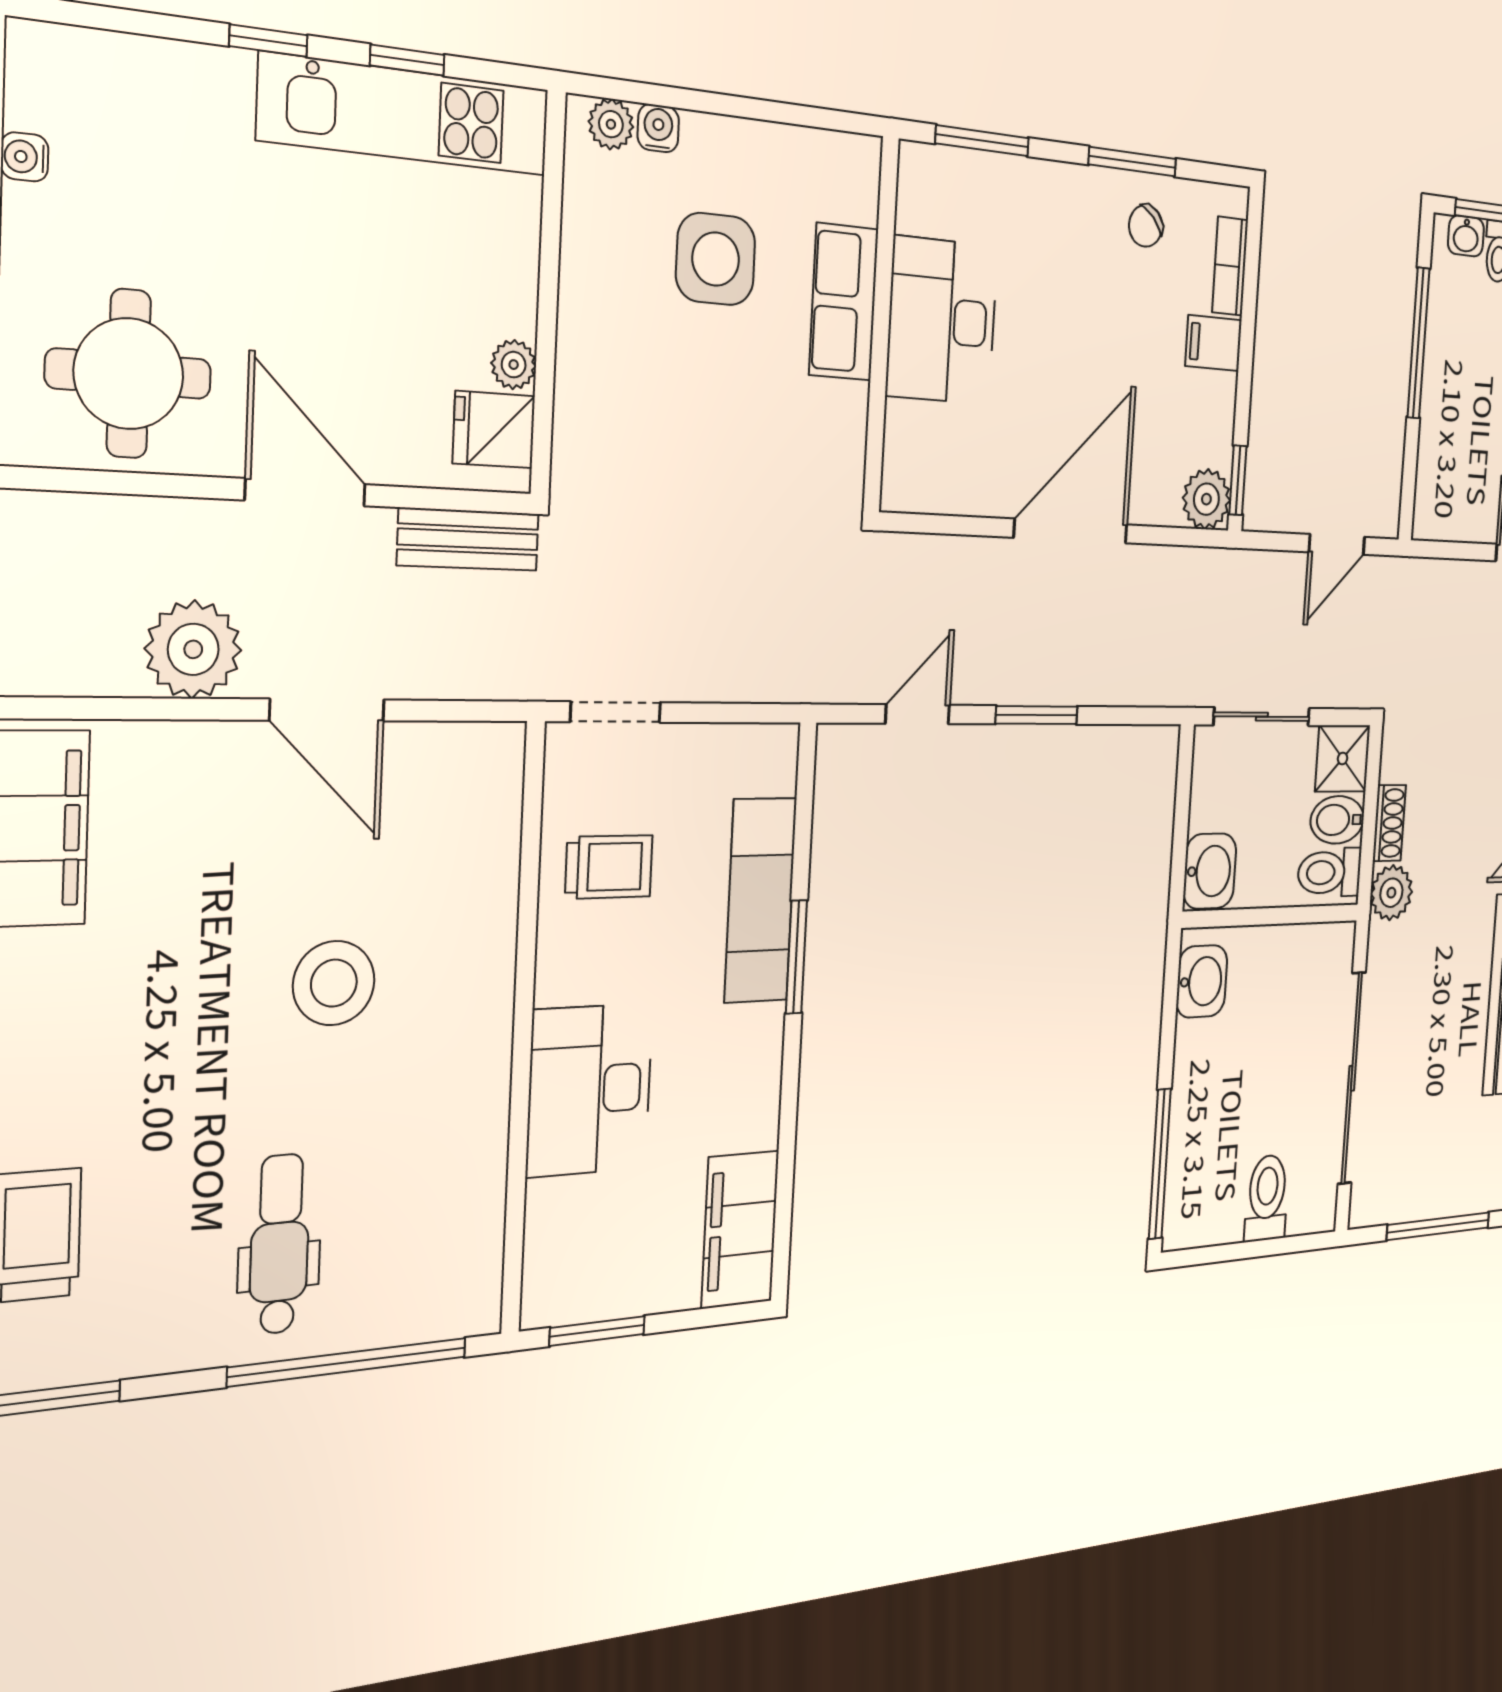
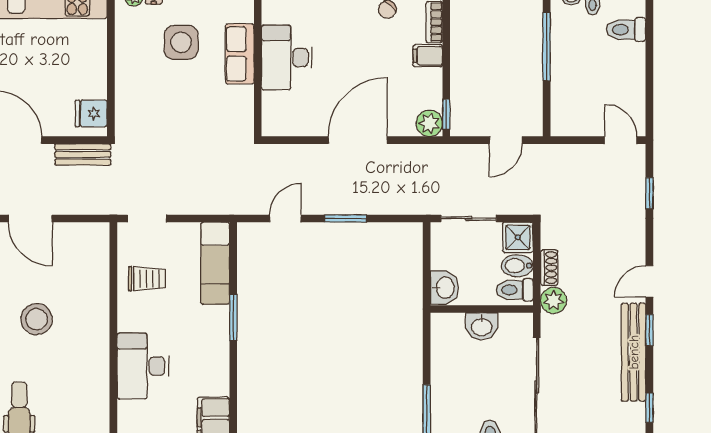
plant: (514, 365) -> (98, 89), removed
exam couch: (760, 900) -> (215, 263), moved
washbasin: (1202, 981) -> (482, 326), moved, turned 90

